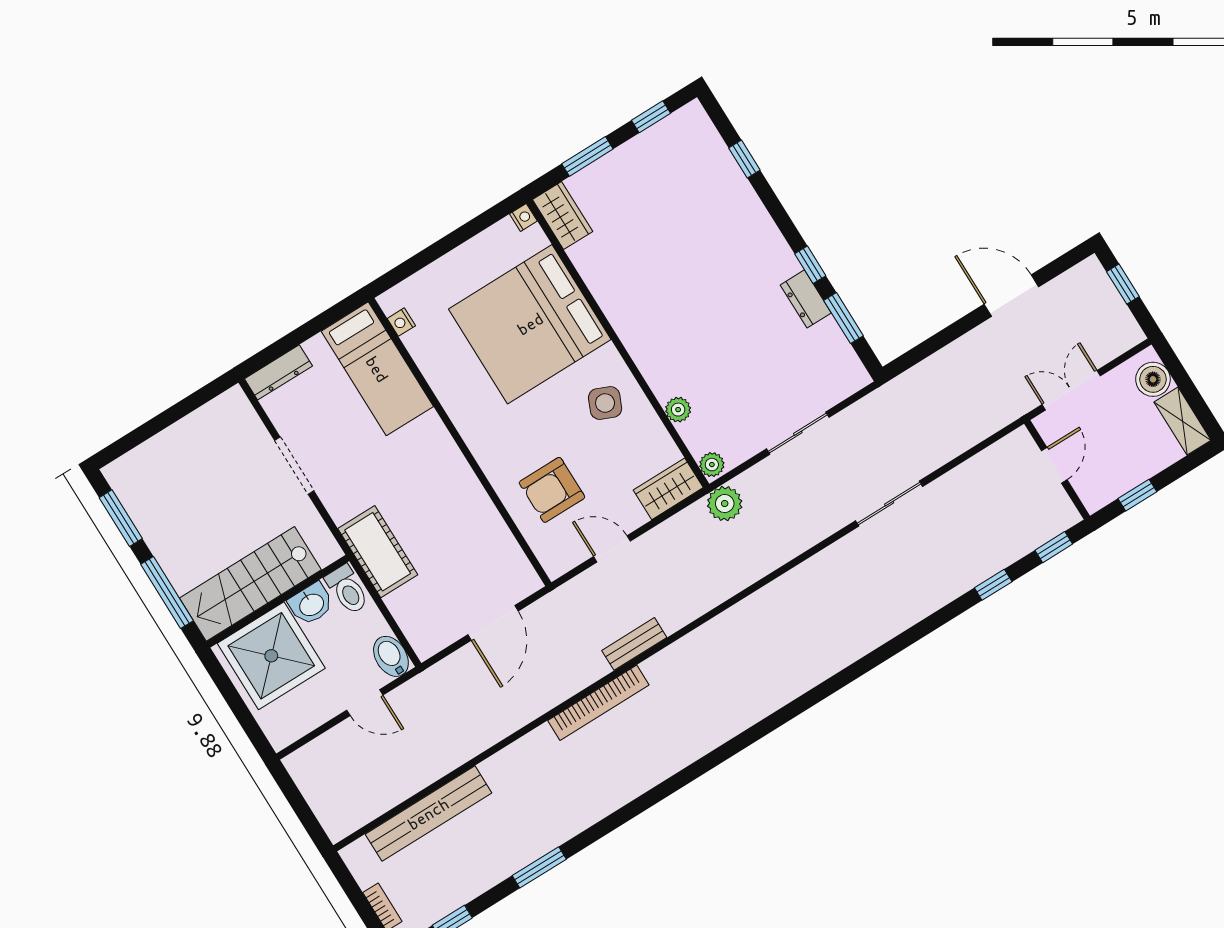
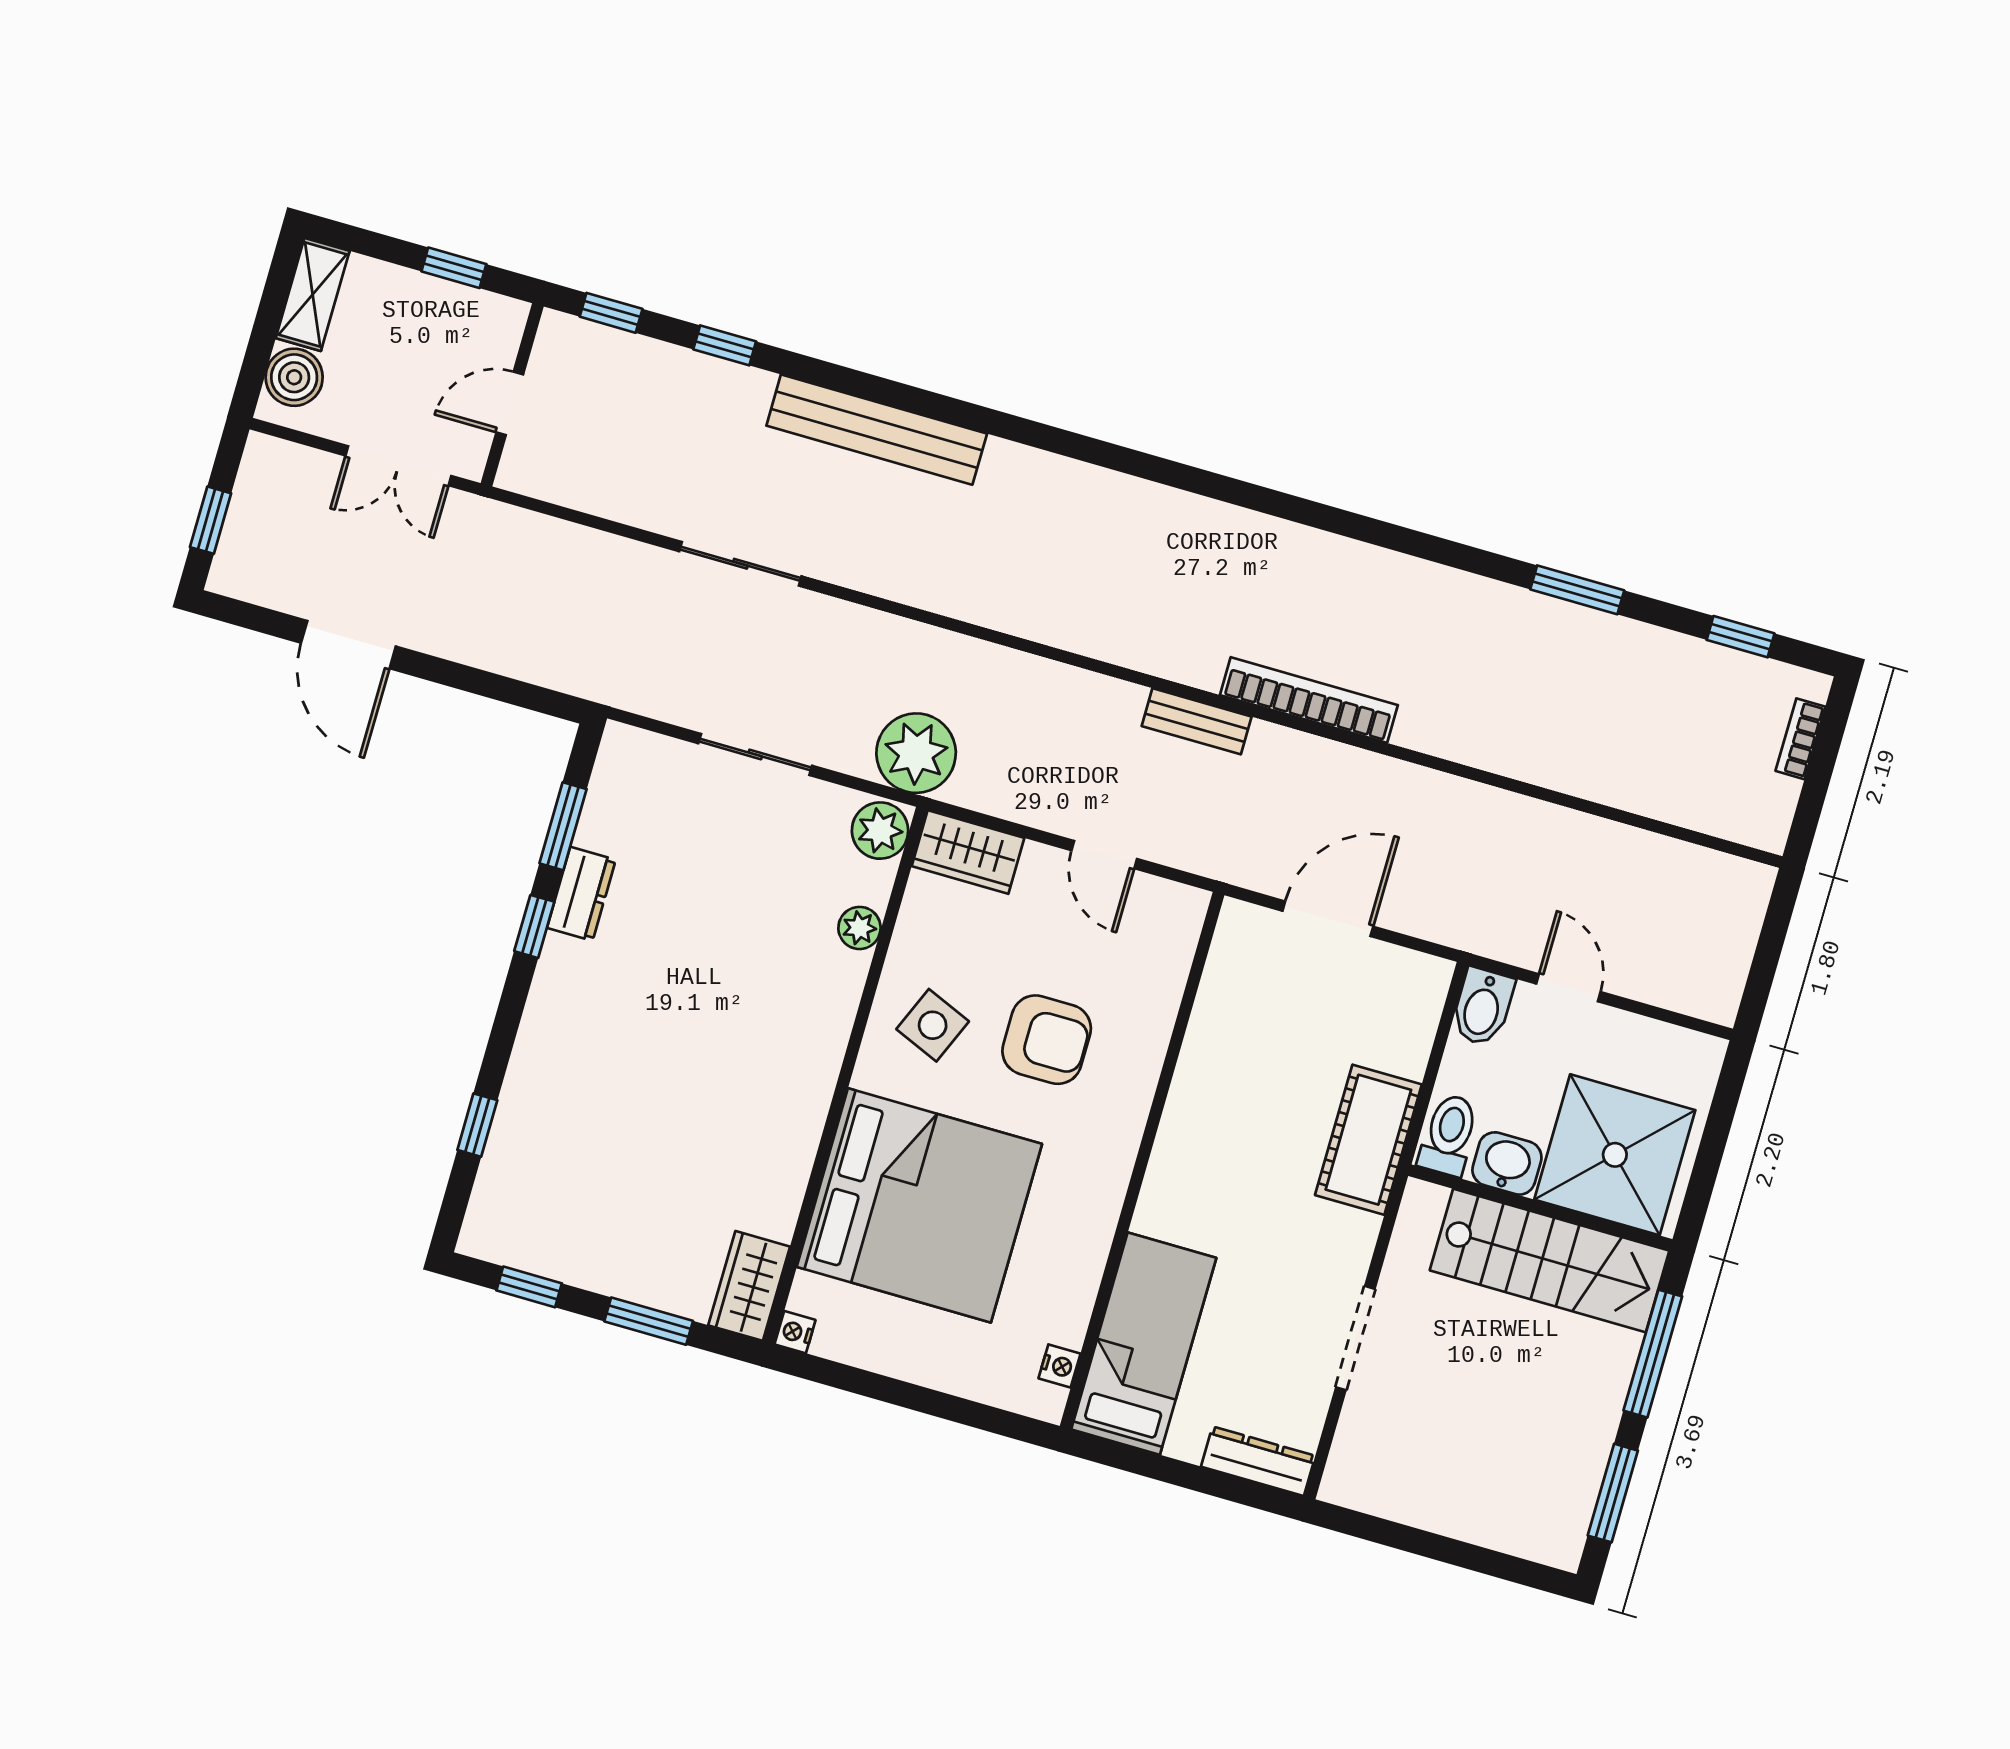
plant: (712, 465) -> (880, 831), width x1.38, depth x1.38
armchair: (552, 490) -> (1047, 1040), moved
plant: (725, 504) -> (916, 753), width x1.36, depth x1.36
bench: (428, 814) -> (877, 430), moved

